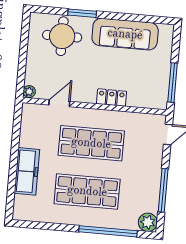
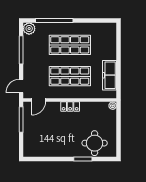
sofa: (125, 34) -> (54, 148), removed
locker: (111, 98) -> (70, 106), moved
door: (59, 103) -> (39, 100), moved
freezer: (27, 171) -> (110, 75), moved

